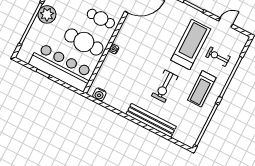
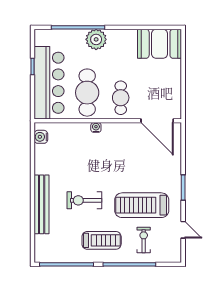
treadmill: (191, 45) -> (142, 205), turned 180
treadmill: (202, 89) -> (102, 240), turned 180

